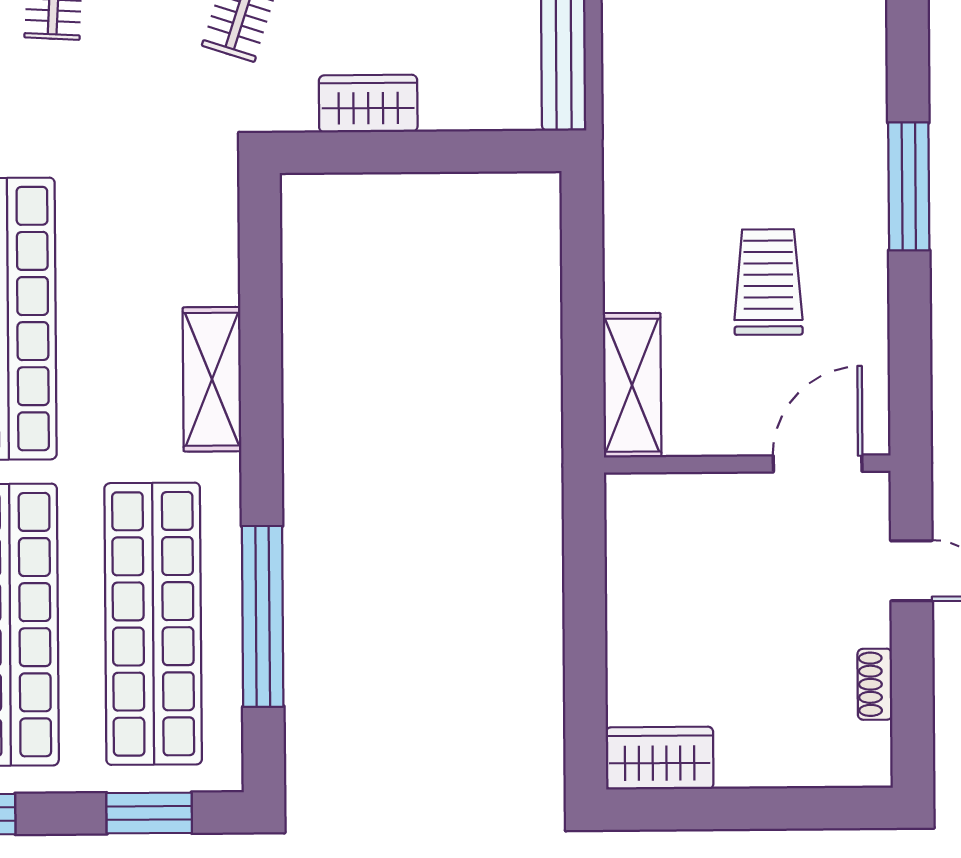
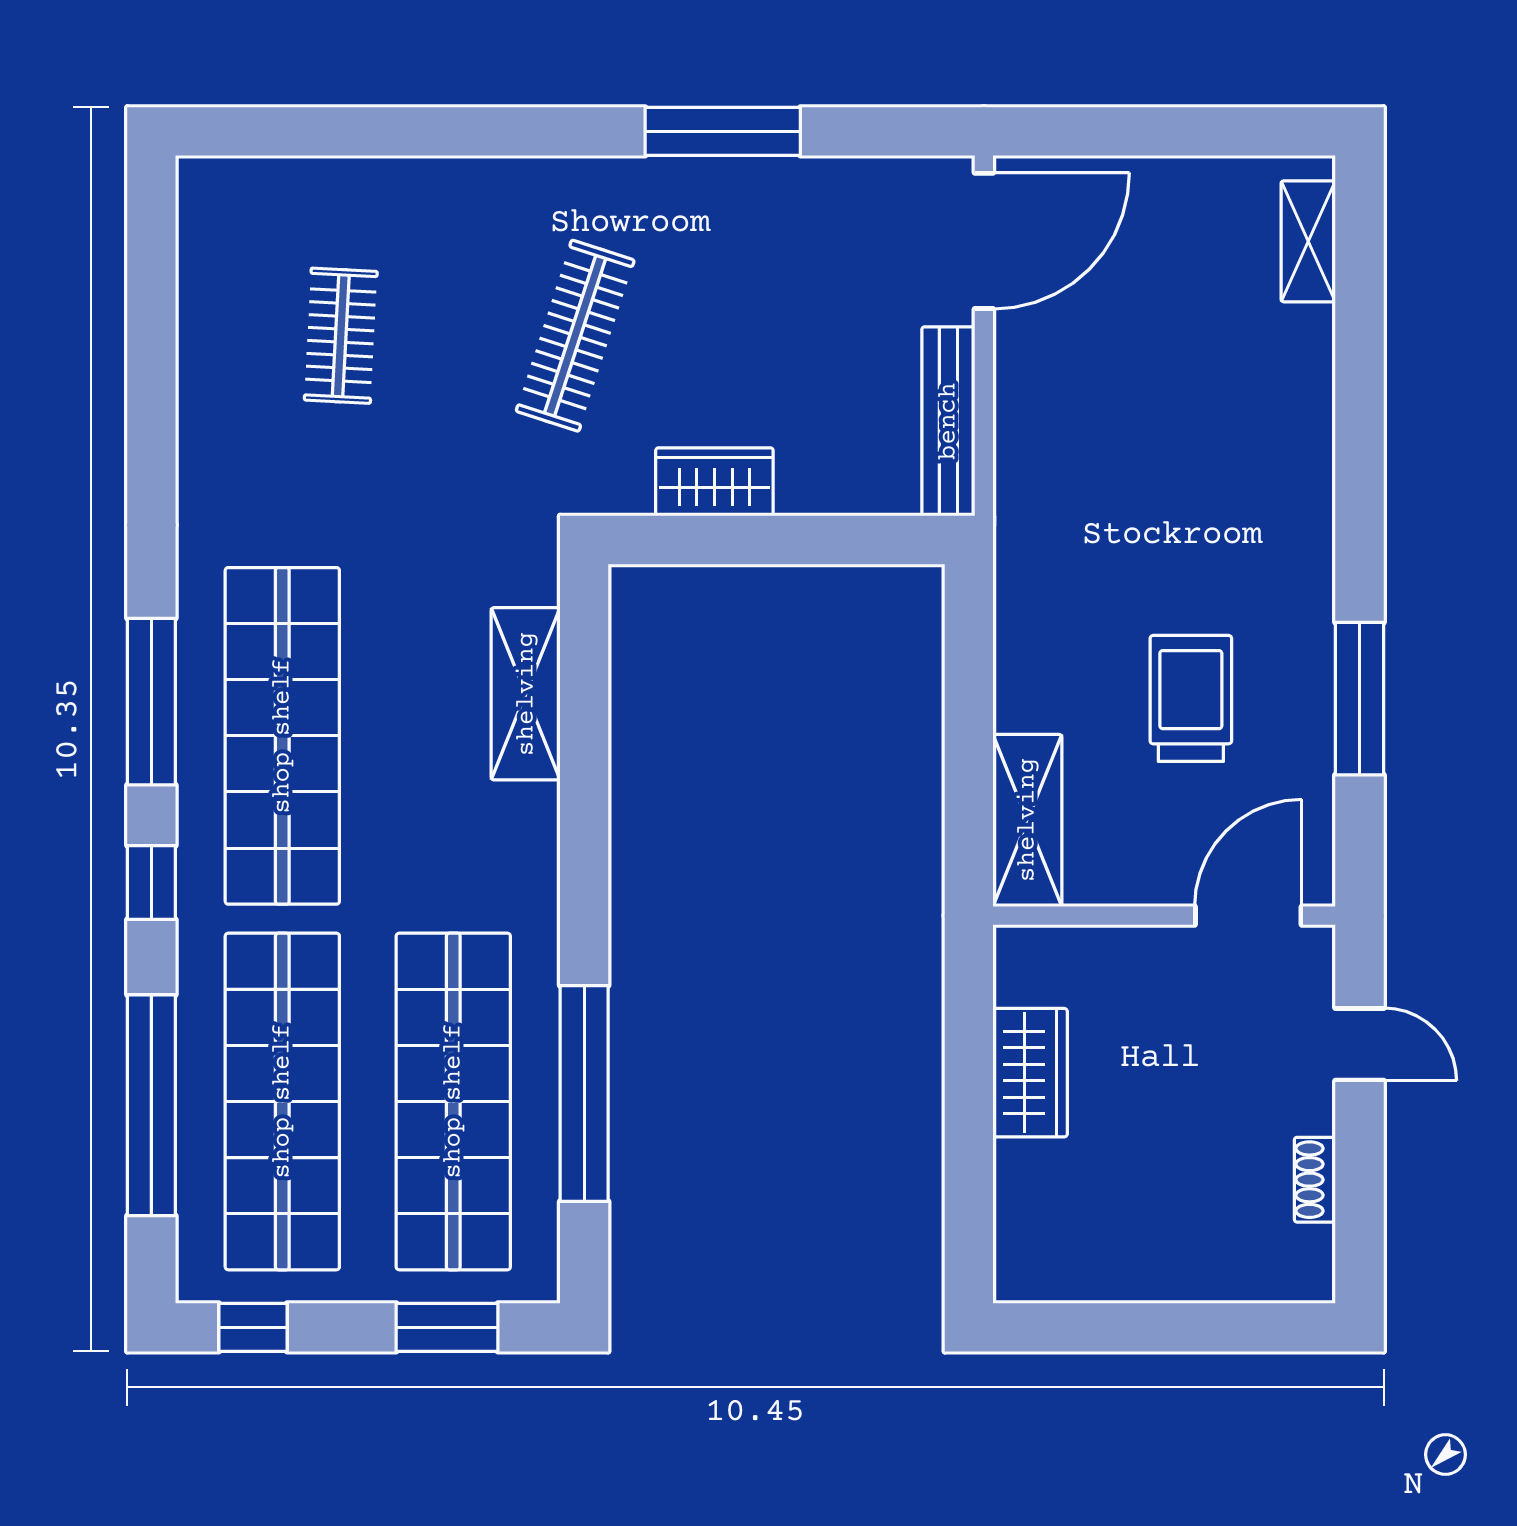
window: (909, 186) -> (1359, 699), moved
shelving: (212, 379) -> (526, 694), moved
wardrobe: (660, 758) -> (1030, 1073), moved, turned 90

